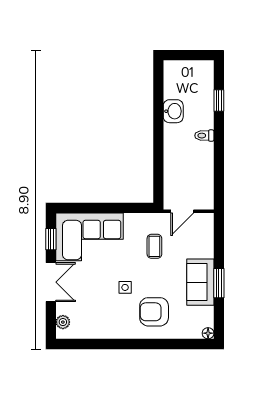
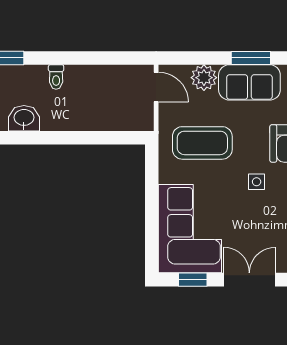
door: (182, 211) -> (156, 87), moved
coffee table: (154, 246) -> (202, 143), width x1.86, depth x1.72
plant: (204, 248) -> (204, 78), added

